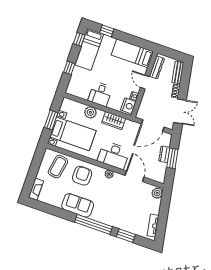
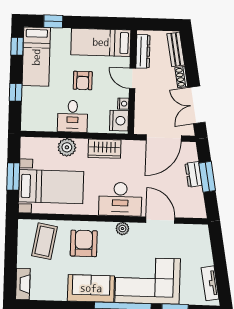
armchair: (114, 74) -> (83, 80), added
double door: (180, 111) -> (197, 105), swing flipped
plant: (157, 193) -> (201, 234), removed
corner sofa: (115, 212) -> (148, 281), added

